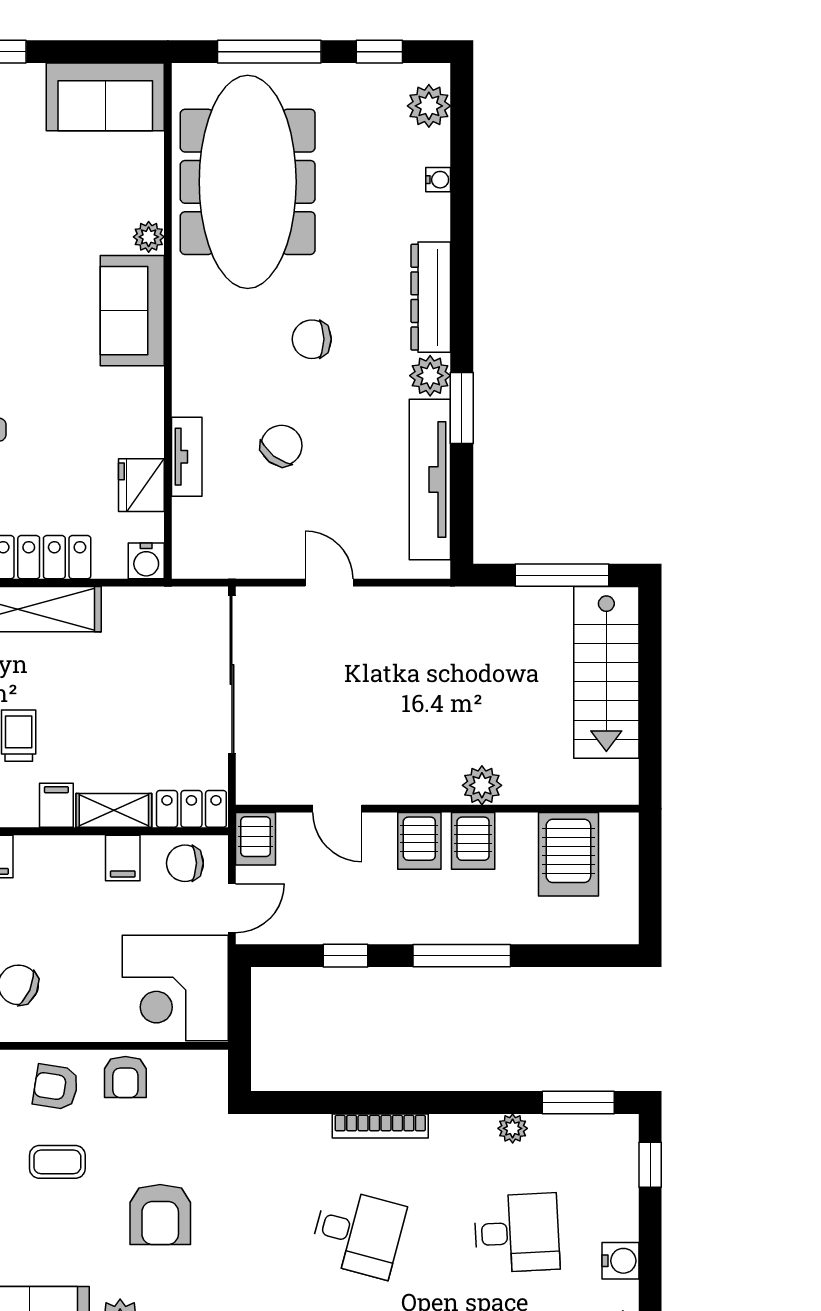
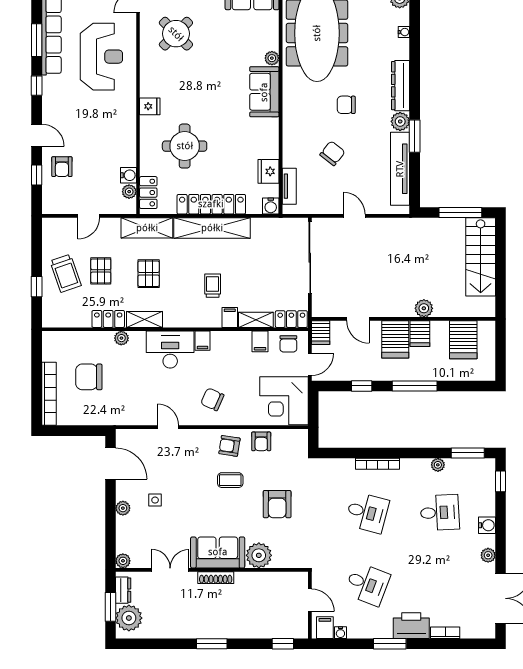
tv unit: (187, 457) -> (289, 186), moved
server rack: (419, 841) -> (395, 339), width x1.36, depth x1.44
chair: (185, 863) -> (288, 344), turned -90

